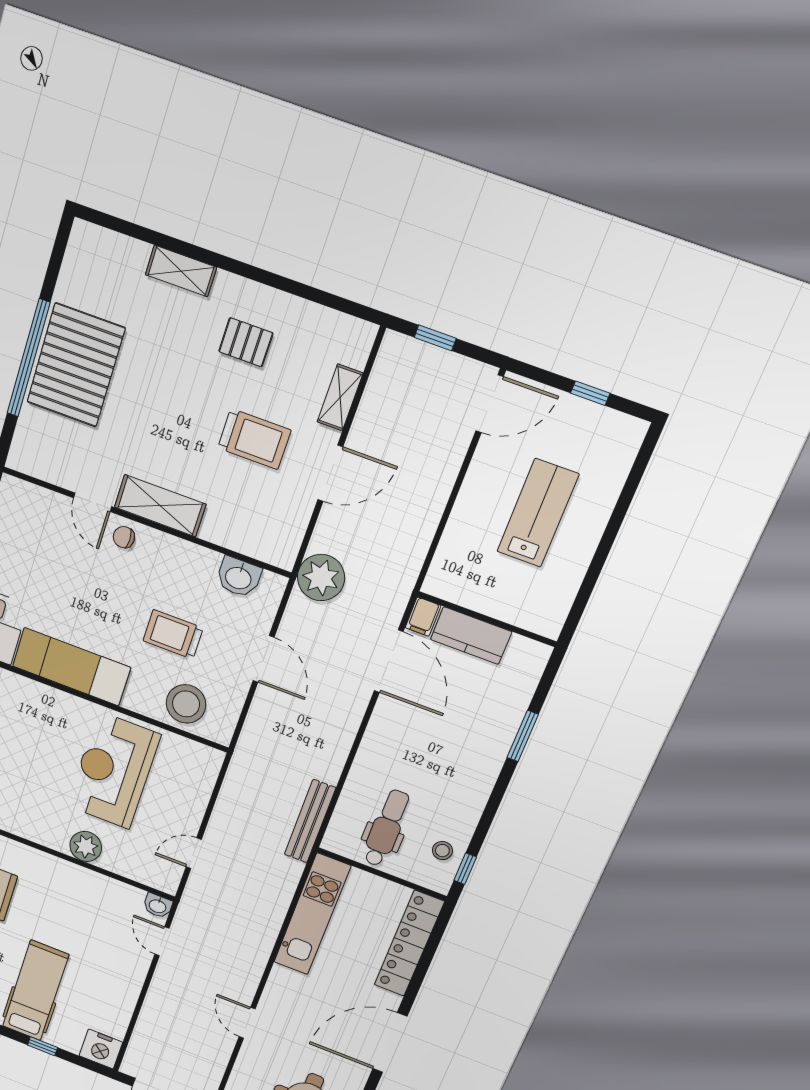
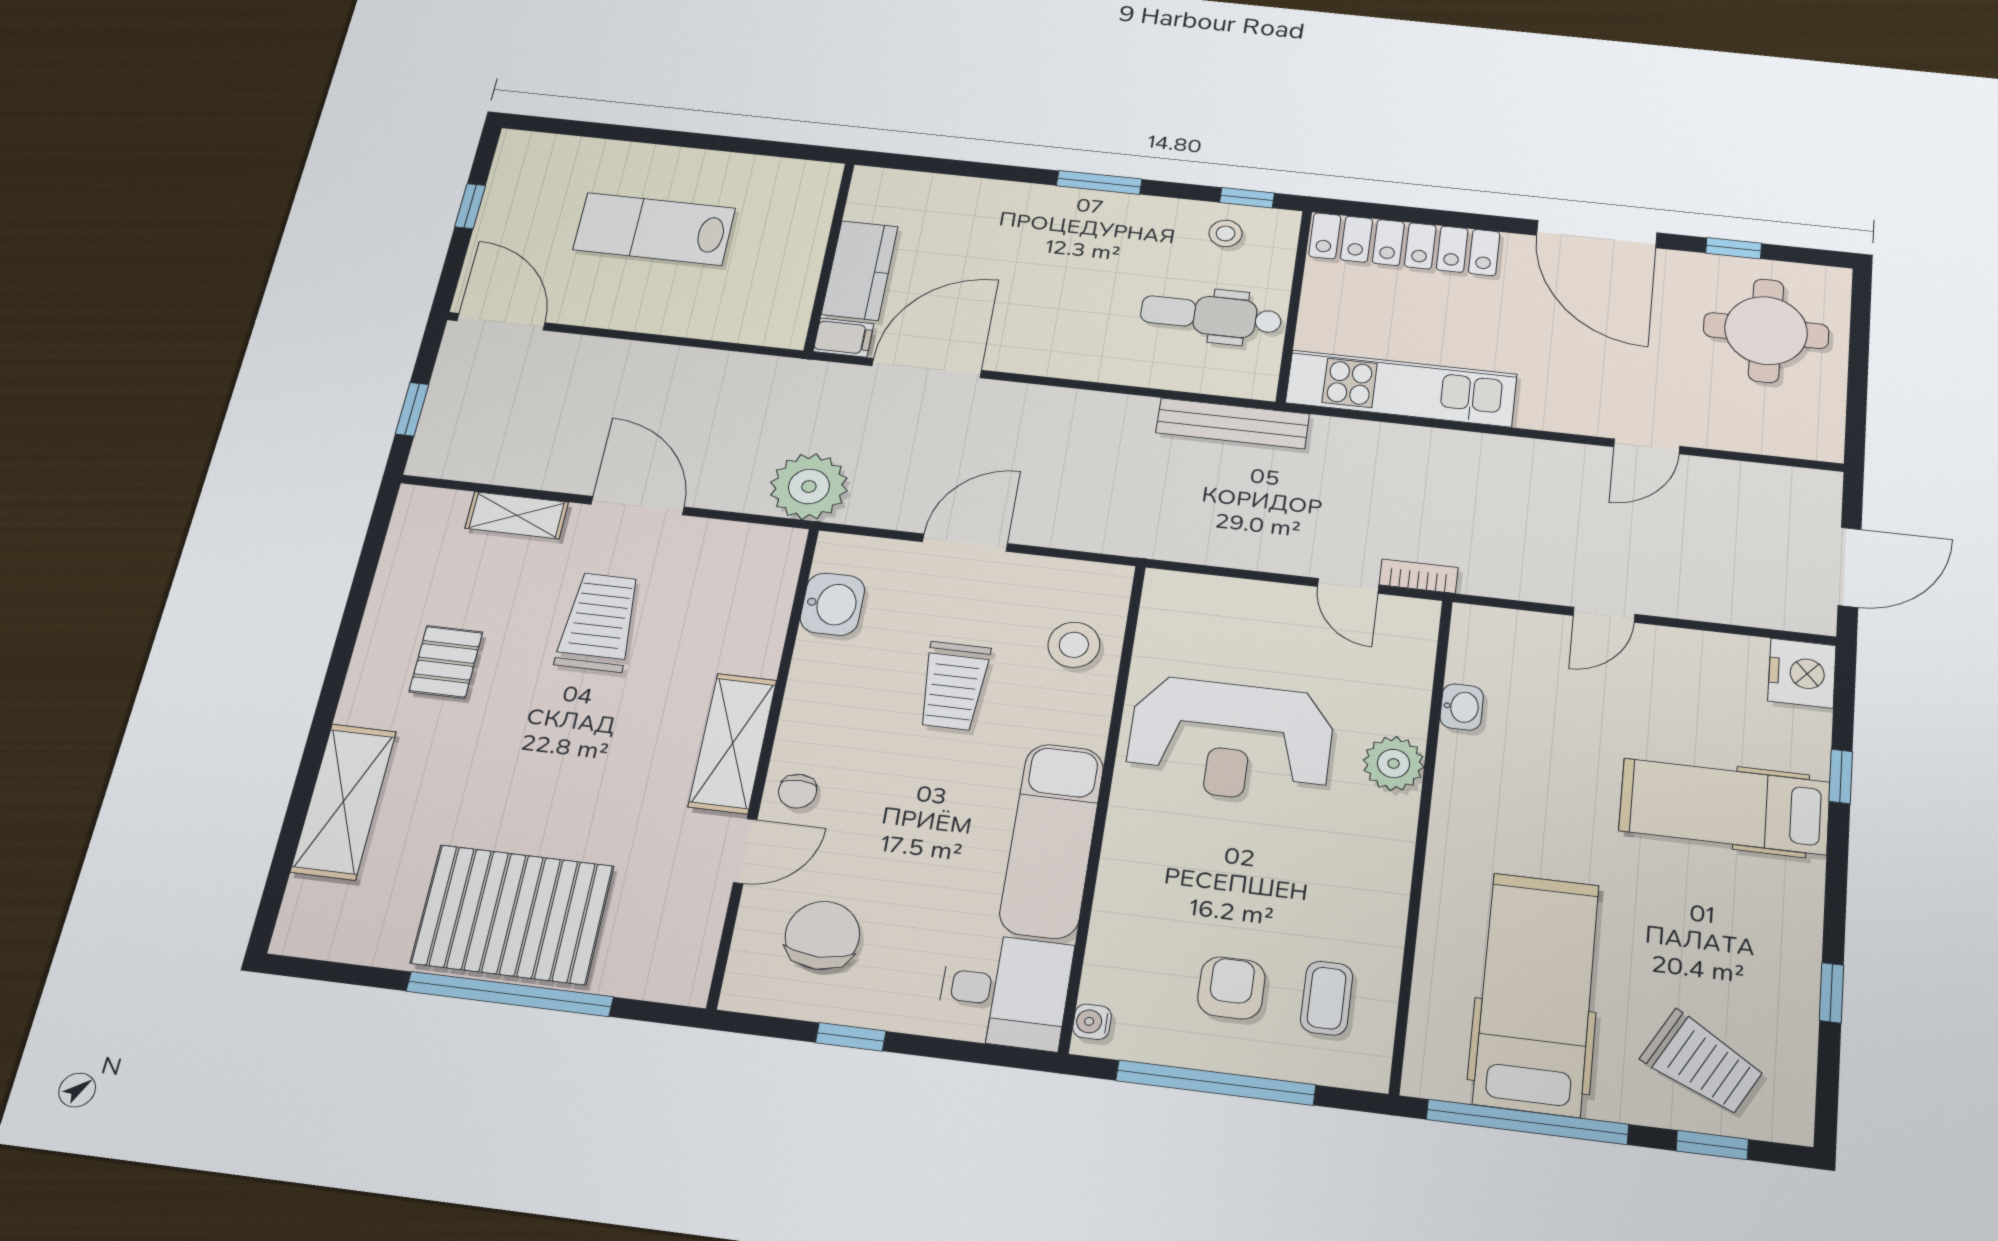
shelving: (181, 271) -> (344, 801), width x1.50, depth x1.33
chair: (36, 536) -> (822, 935), added
stool: (186, 704) -> (1074, 645), width x0.73, depth x0.73
window: (523, 736) -> (1099, 182), moved
bookcase: (192, 889) -> (1419, 576), added
washbasin: (158, 906) -> (1462, 707), moved
door: (162, 941) -> (1604, 615), moved

